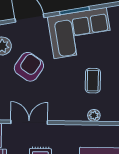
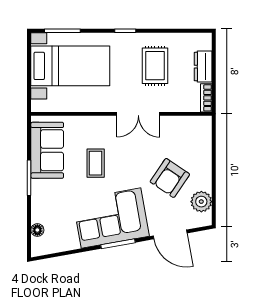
plant: (94, 115) -> (94, 123), removed
double door: (29, 122) -> (138, 114), moved

